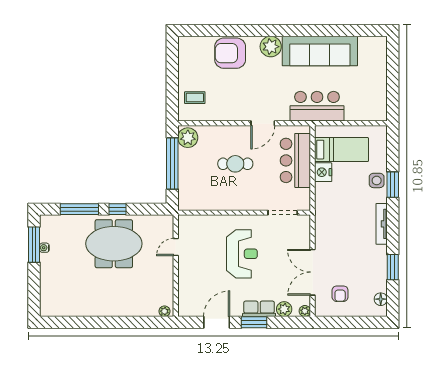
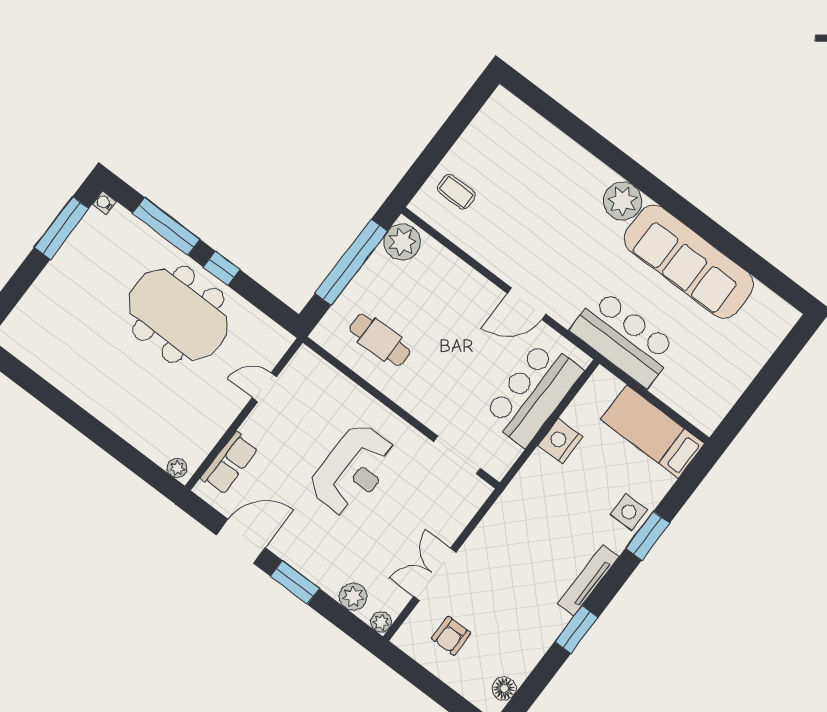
armchair: (230, 53) -> (557, 166), removed
bed: (341, 150) -> (653, 432), moved, turned 180
cafe table: (235, 164) -> (380, 340), moved
water cooler: (44, 248) -> (104, 203), moved
window: (393, 267) -> (576, 629), moved
double door: (313, 272) -> (435, 574), width x0.73
row of seats: (259, 309) -> (229, 463), moved, turned 90

